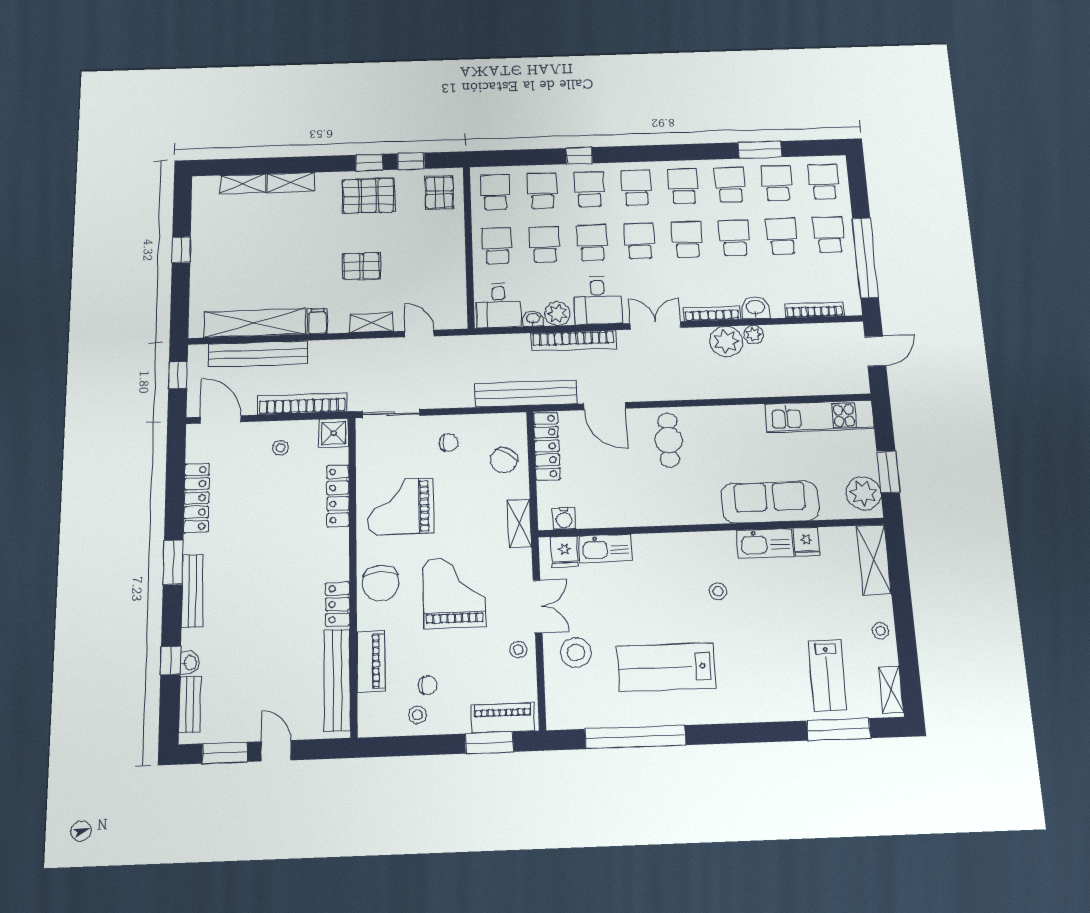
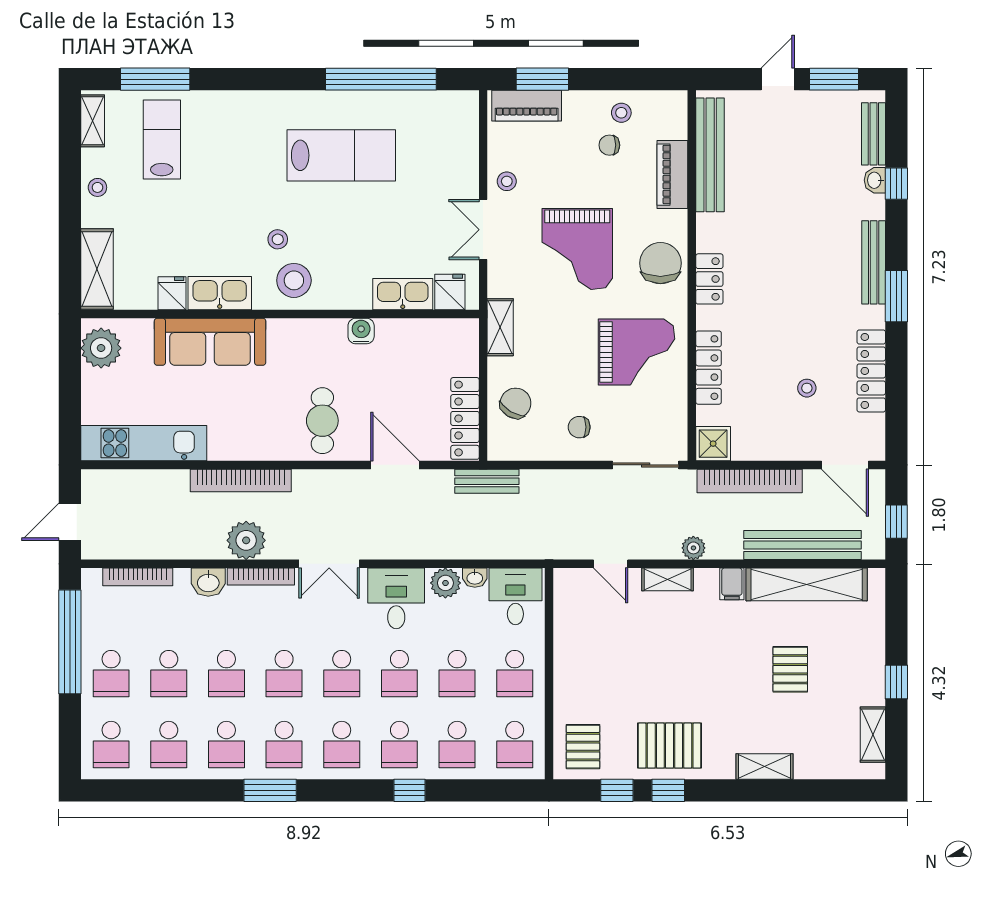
window: (760, 150) -> (270, 790), moved
shelving: (243, 184) -> (873, 735), moved, turned 90
pallet: (362, 266) -> (790, 669), moved, turned 90
plant: (754, 335) -> (693, 548), moved
bookcase: (573, 341) -> (241, 481), moved, turned 180
bench: (526, 394) -> (487, 481), width x0.54, depth x0.82
stool: (280, 448) -> (807, 388), moved
window: (888, 472) -> (70, 373), removed
water cooler: (564, 518) -> (361, 331), moved
locker: (338, 604) -> (709, 279), moved
stool: (576, 653) -> (294, 280), moved
door: (276, 751) -> (778, 79), swing flipped

